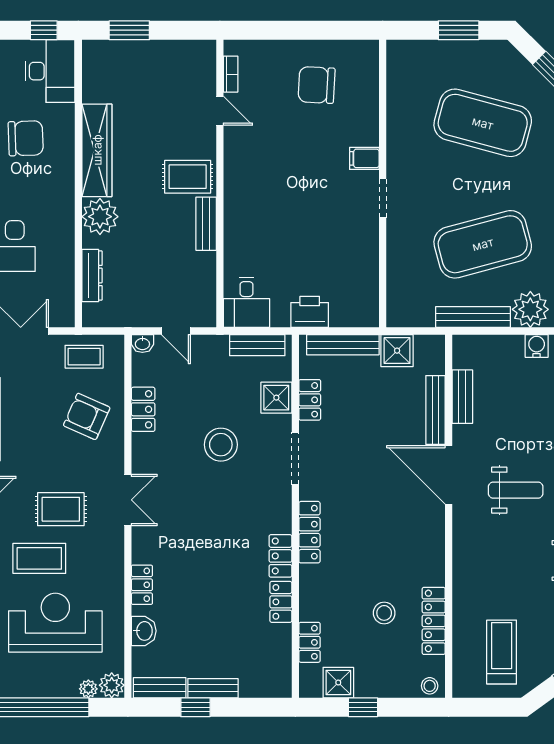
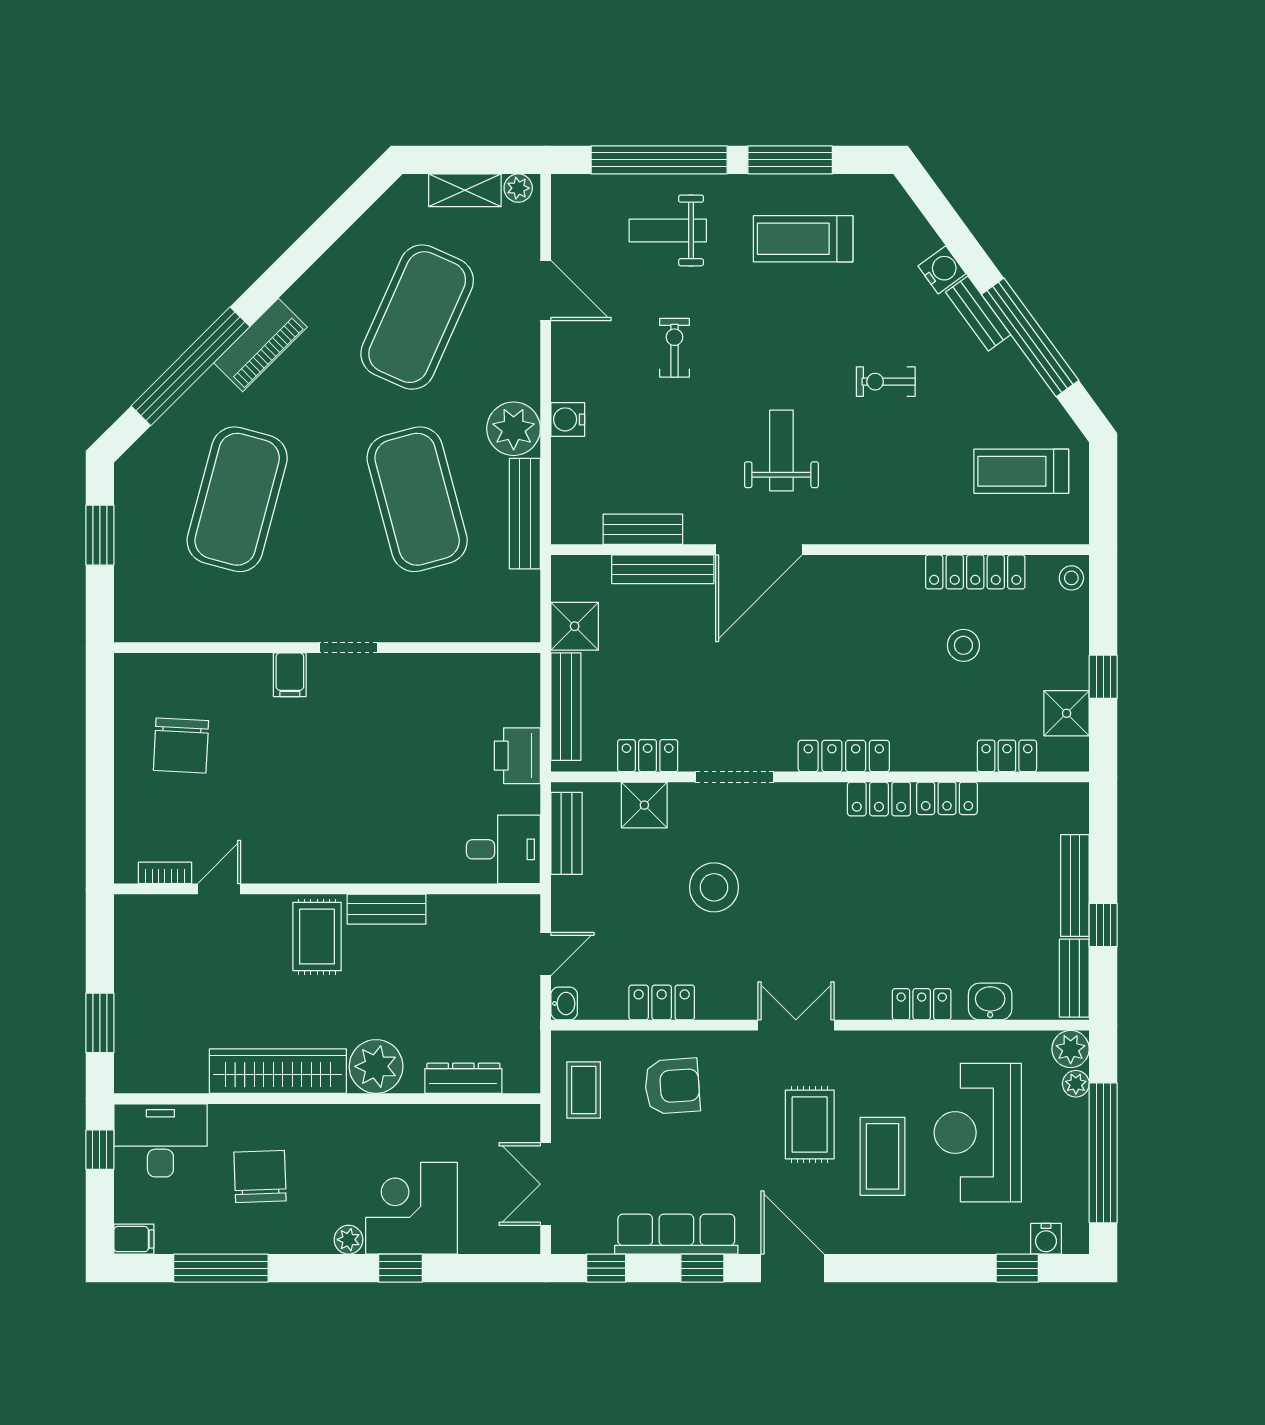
armchair: (87, 416) -> (672, 1086), turned -118
bench: (213, 688) -> (1075, 885), width x1.36

